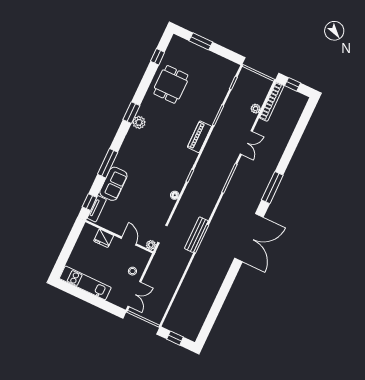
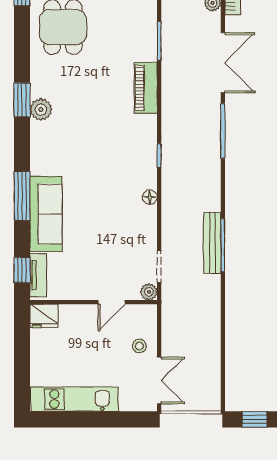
double door: (246, 143) -> (223, 63), width x1.37
sofa: (113, 184) -> (46, 214), width x1.36
fridge: (104, 238) -> (44, 316), moved
door: (129, 241) -> (112, 302), swing flipped

